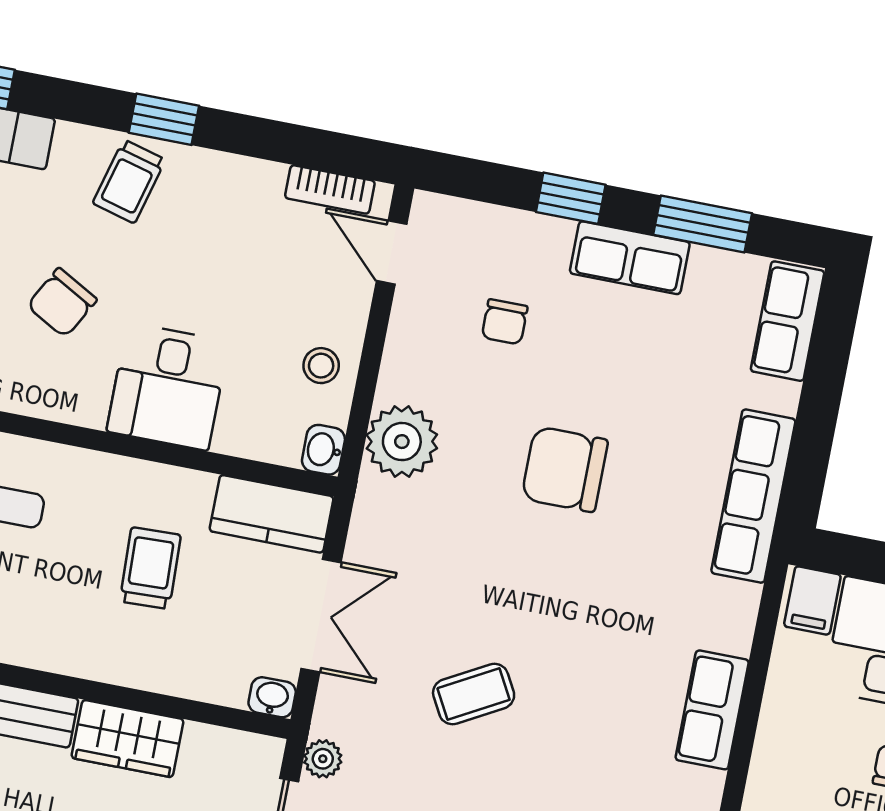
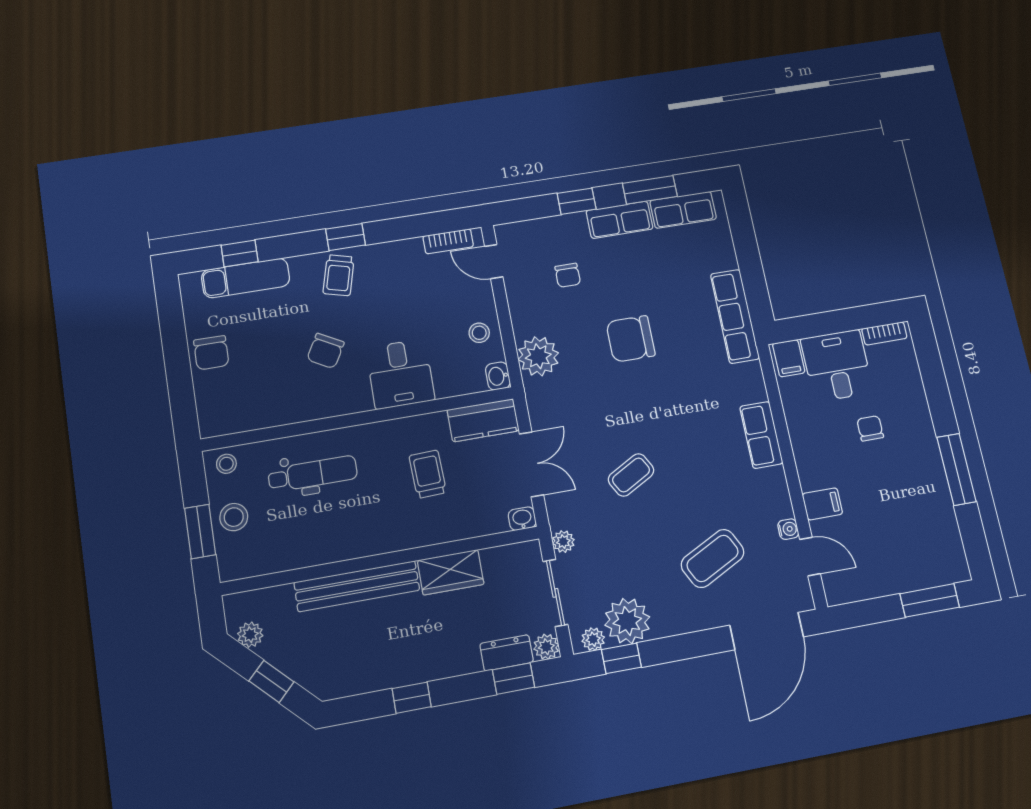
row of seats: (788, 321) -> (683, 210), moved, turned -90

